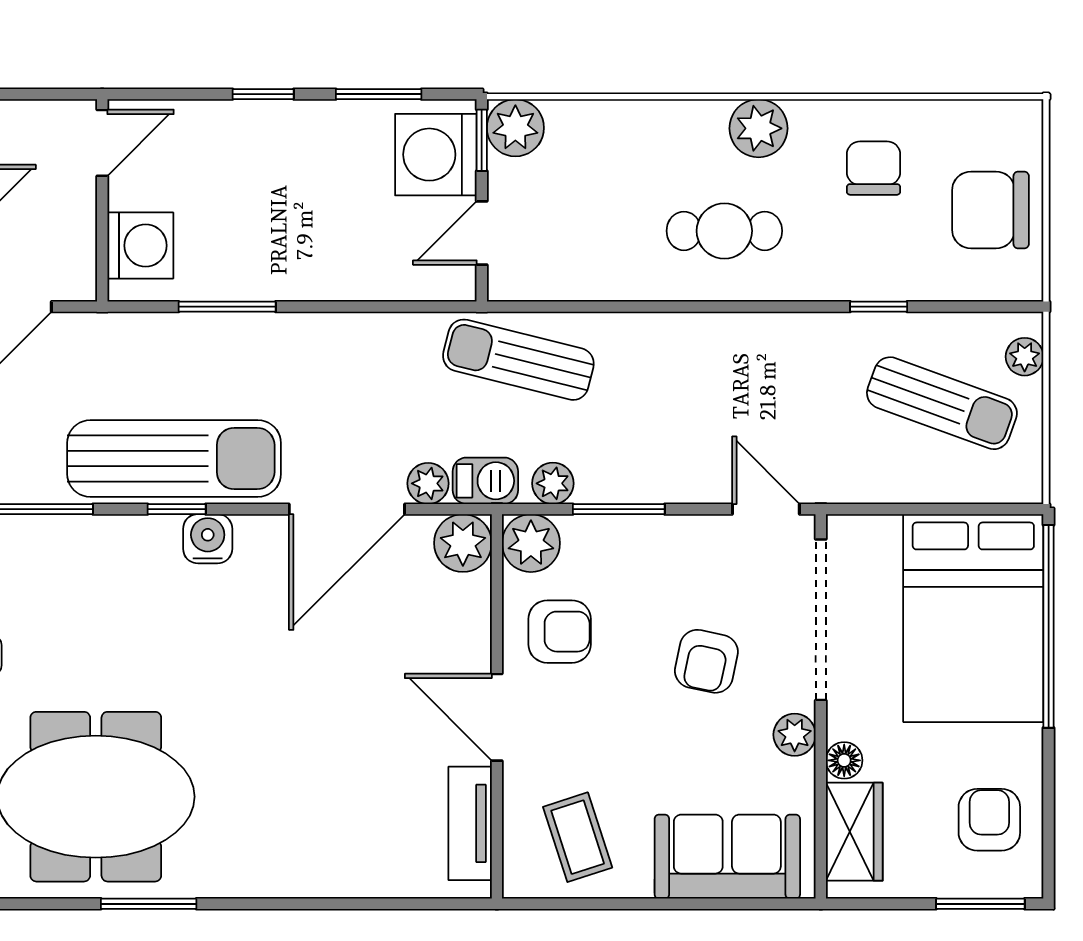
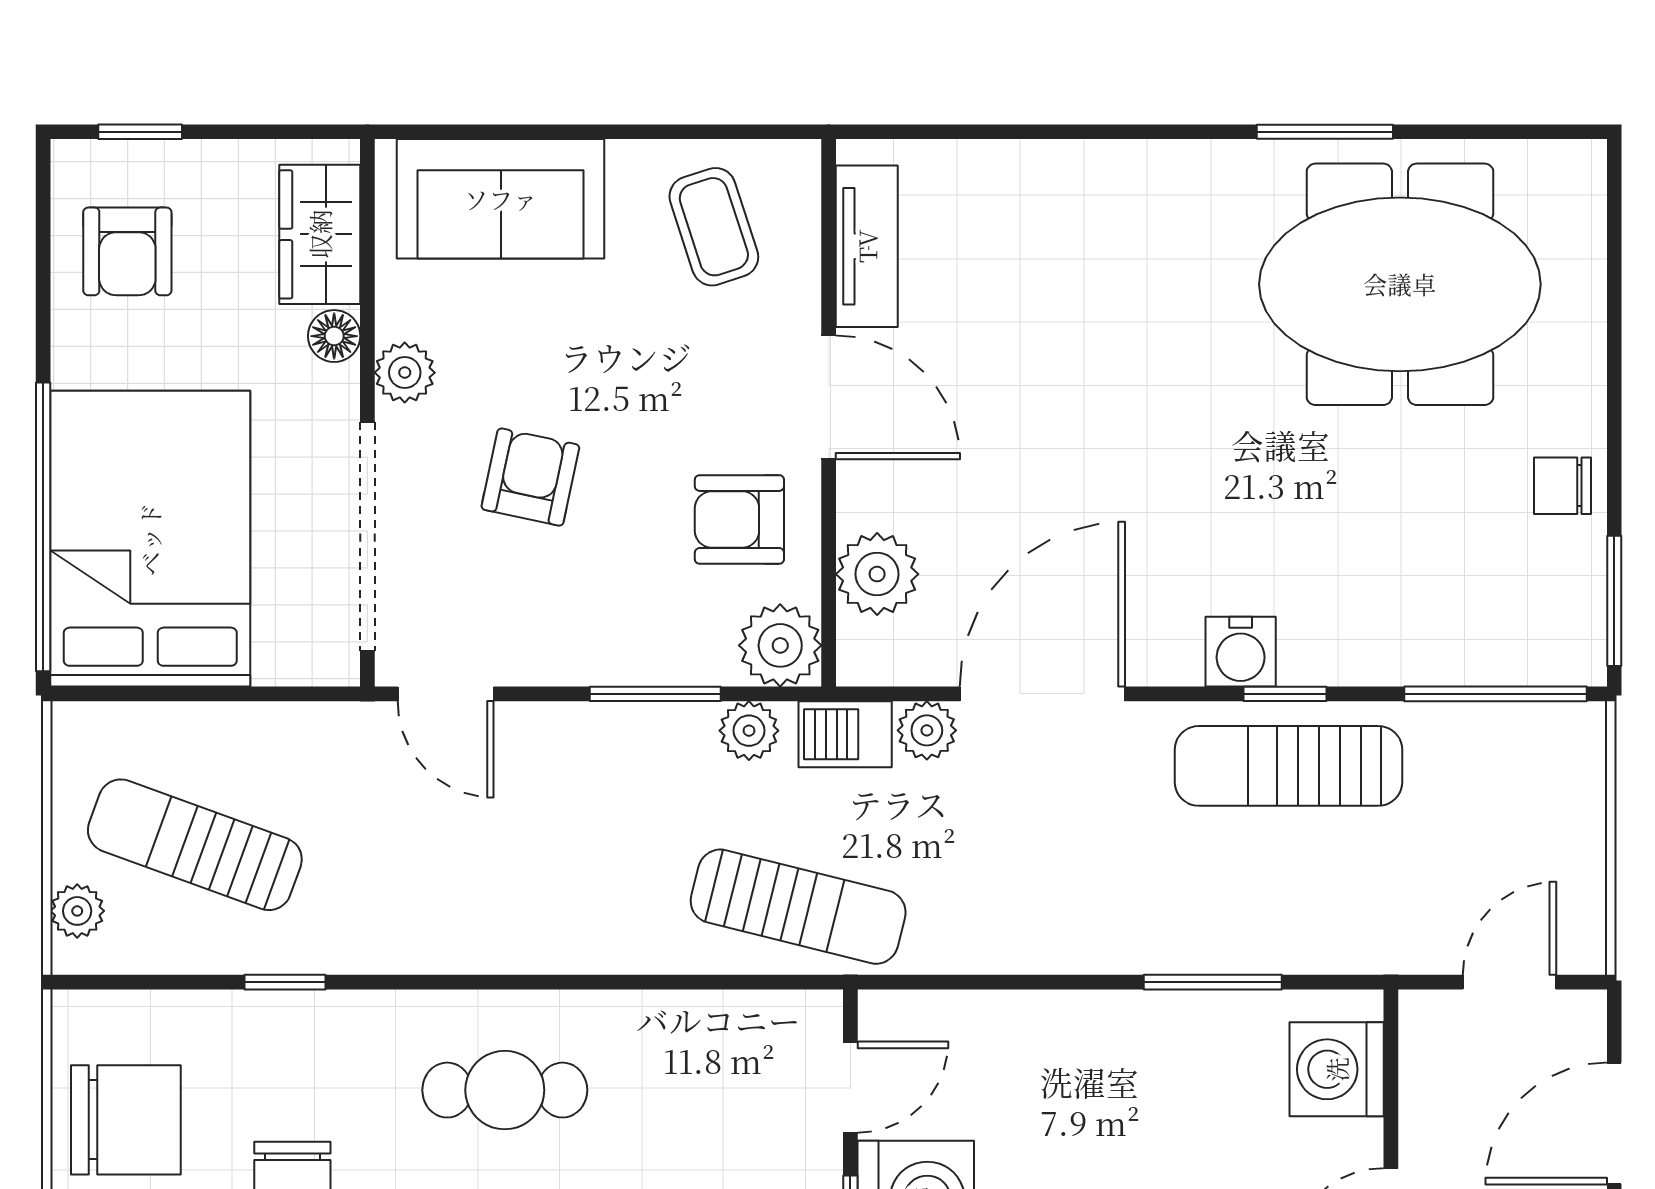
sun lounger: (174, 459) -> (1288, 766), width x0.73, depth x0.75
plant: (463, 543) -> (877, 574), moved
window: (980, 904) -> (140, 132), width x0.67

